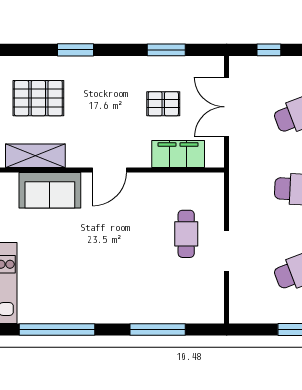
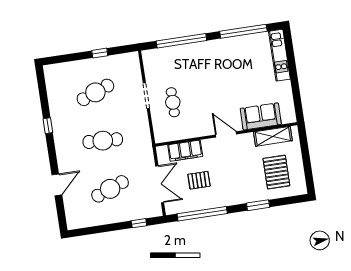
window: (166, 50) -> (202, 214), width x2.11
pallet: (38, 98) -> (276, 172), turned 90
door: (109, 170) -> (226, 134), hinge flipped
window: (158, 330) -> (181, 41), width x1.46

